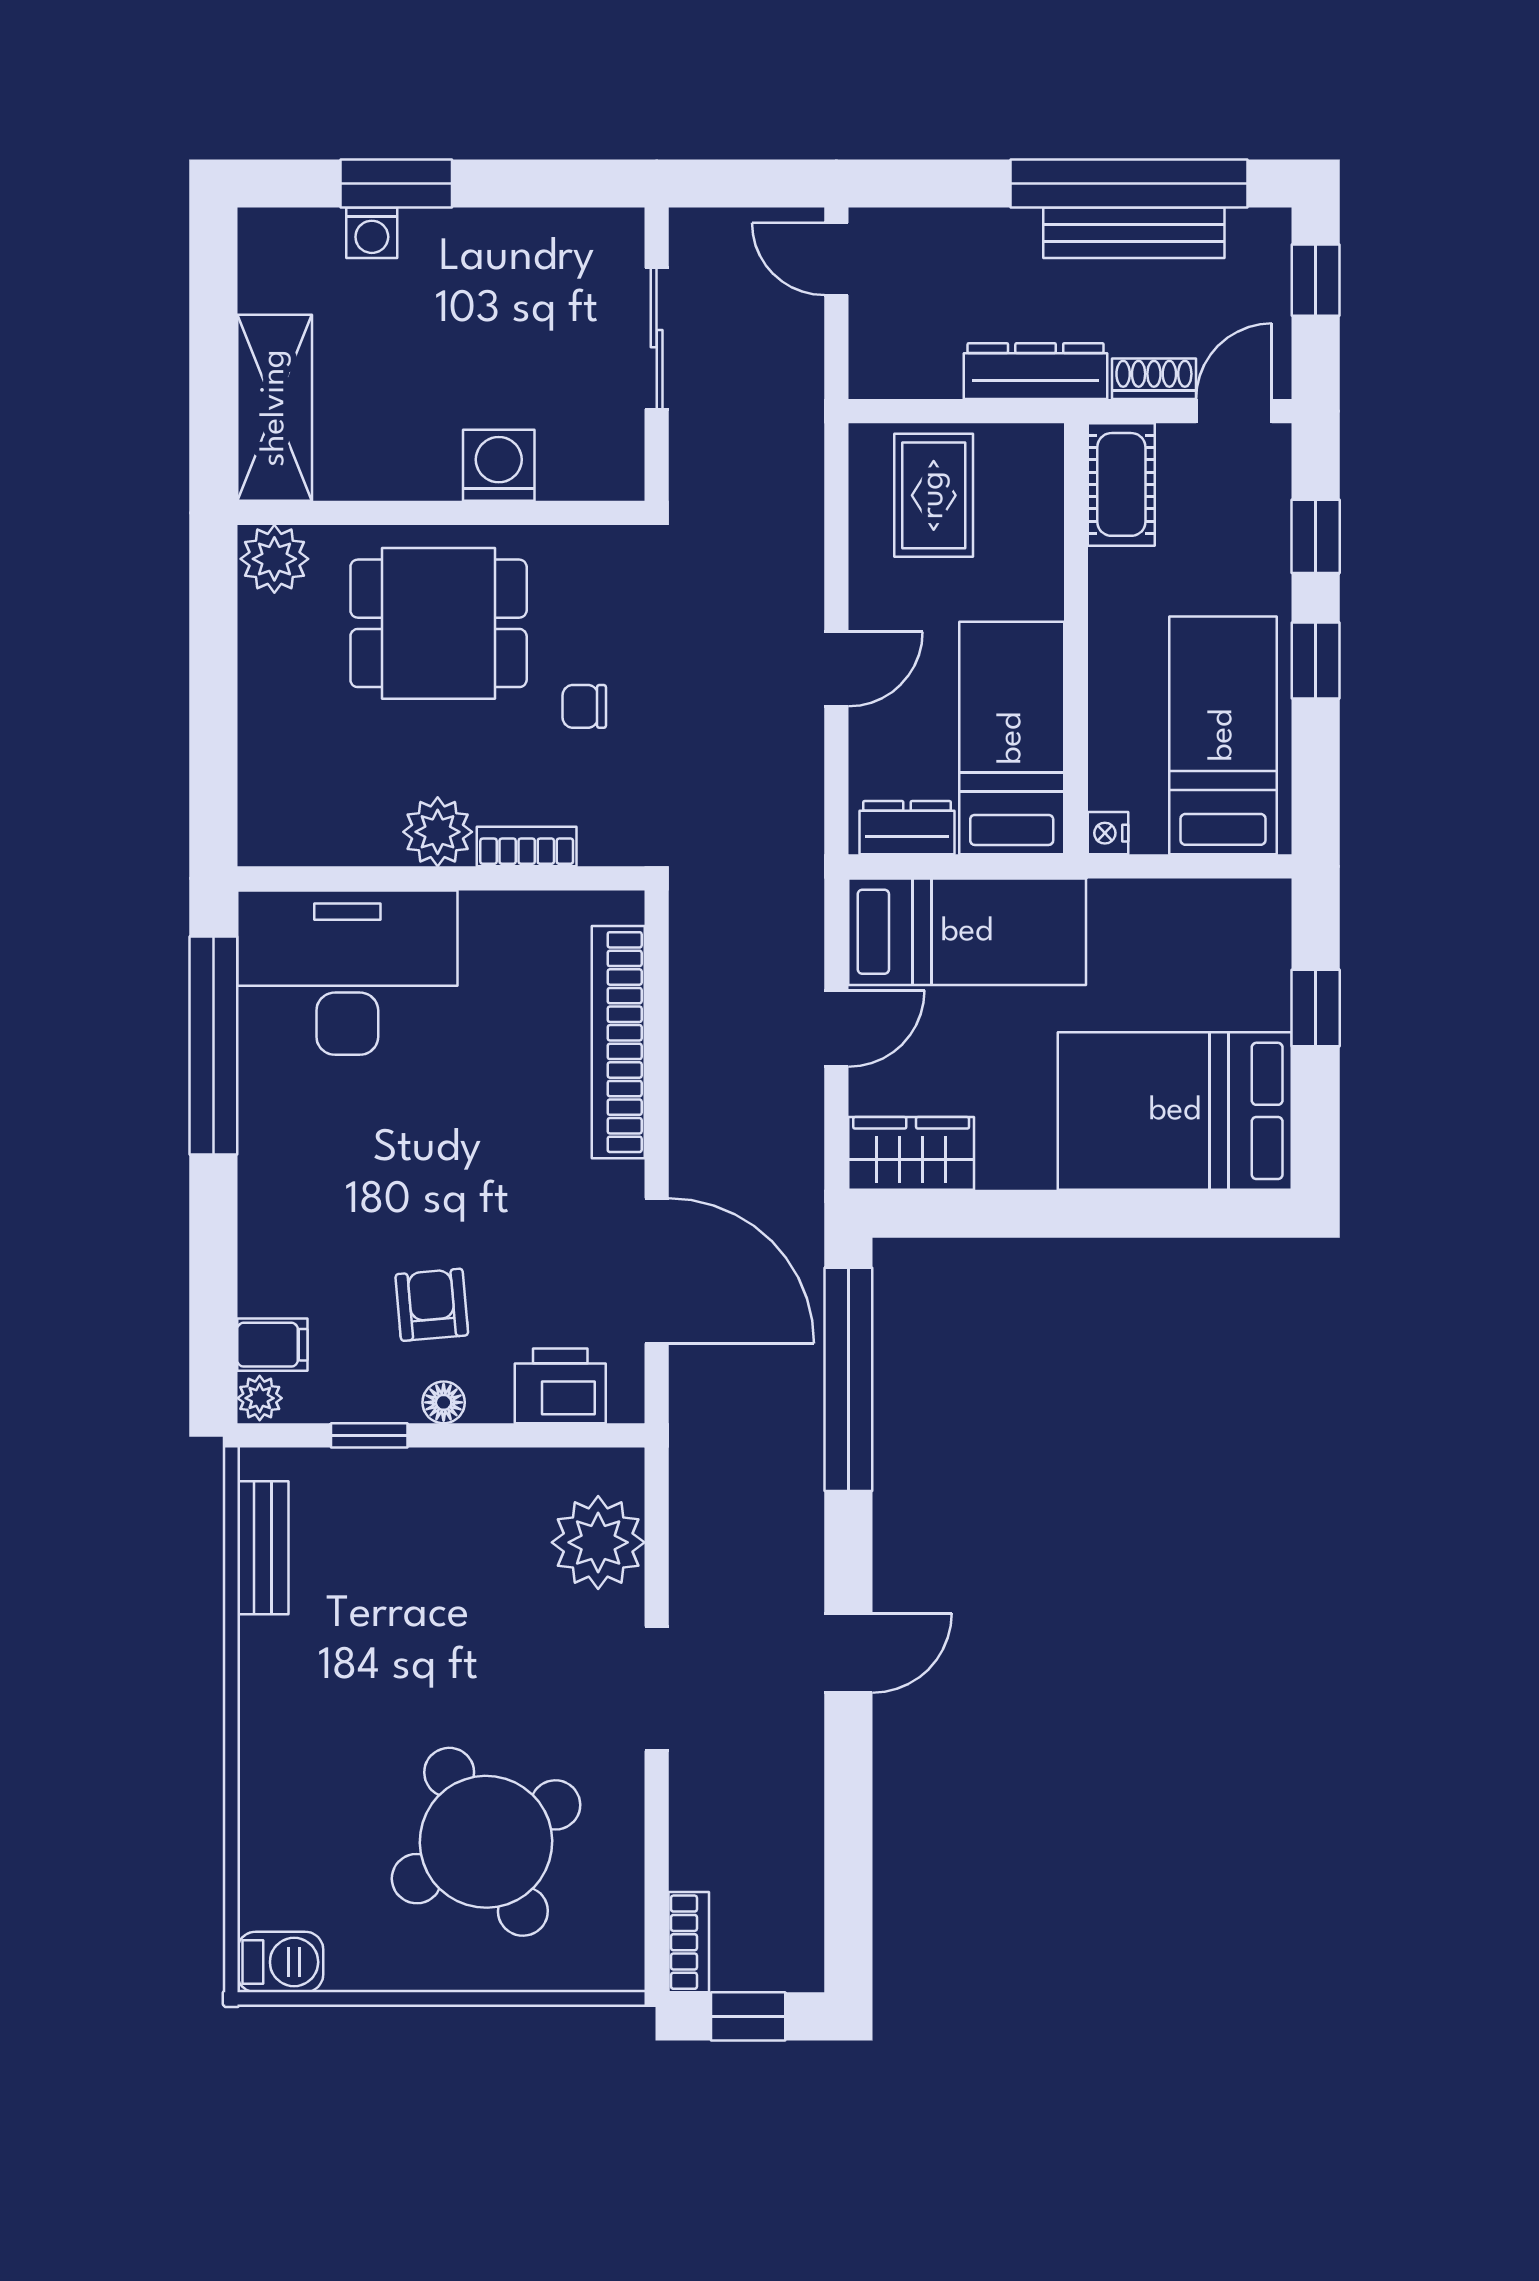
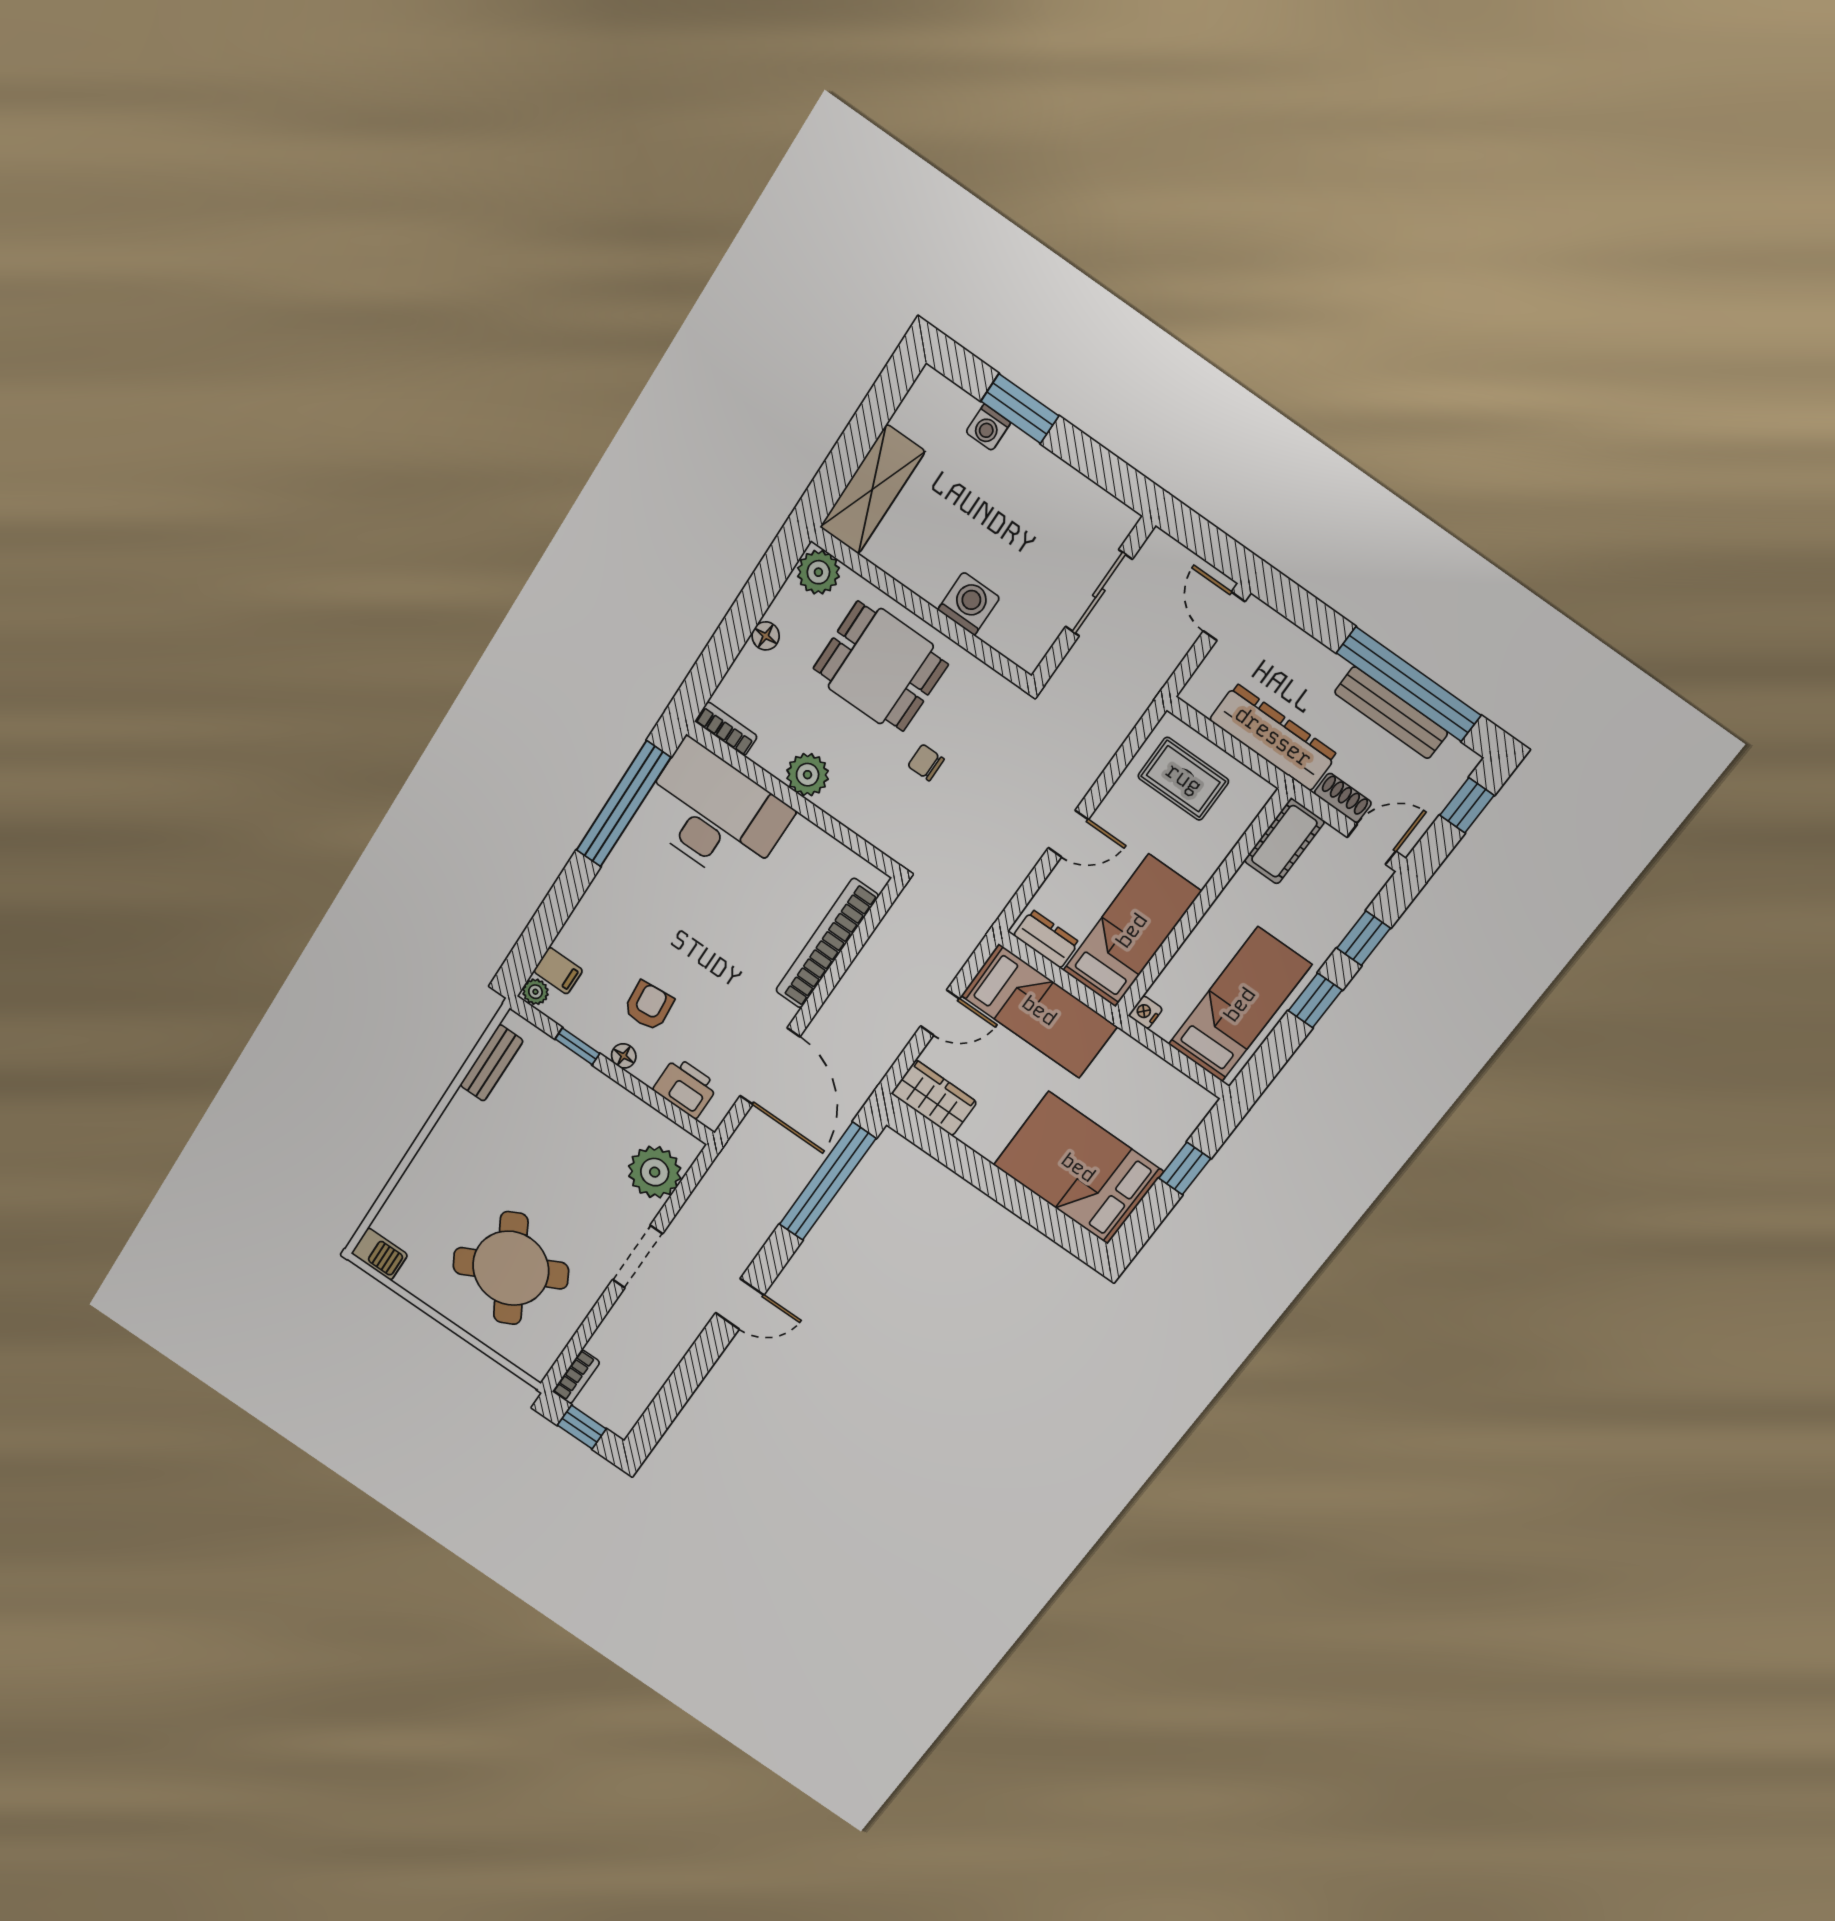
dresser: (1036, 371) -> (1273, 737), width x1.37, depth x1.24
rug: (934, 495) -> (1183, 779), turned 90
floor lamp: (259, 688) -> (766, 636), added
bookcase: (527, 846) -> (726, 729), moved

